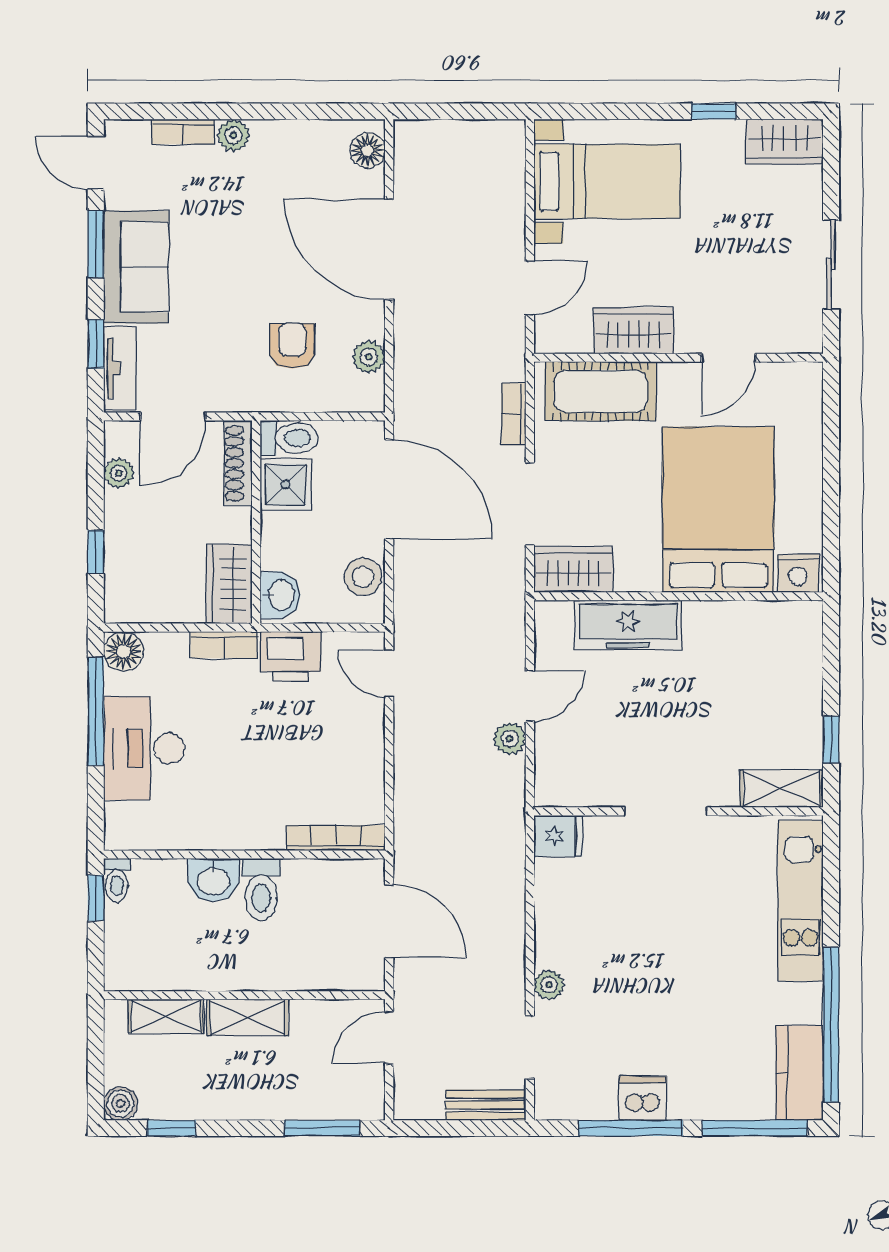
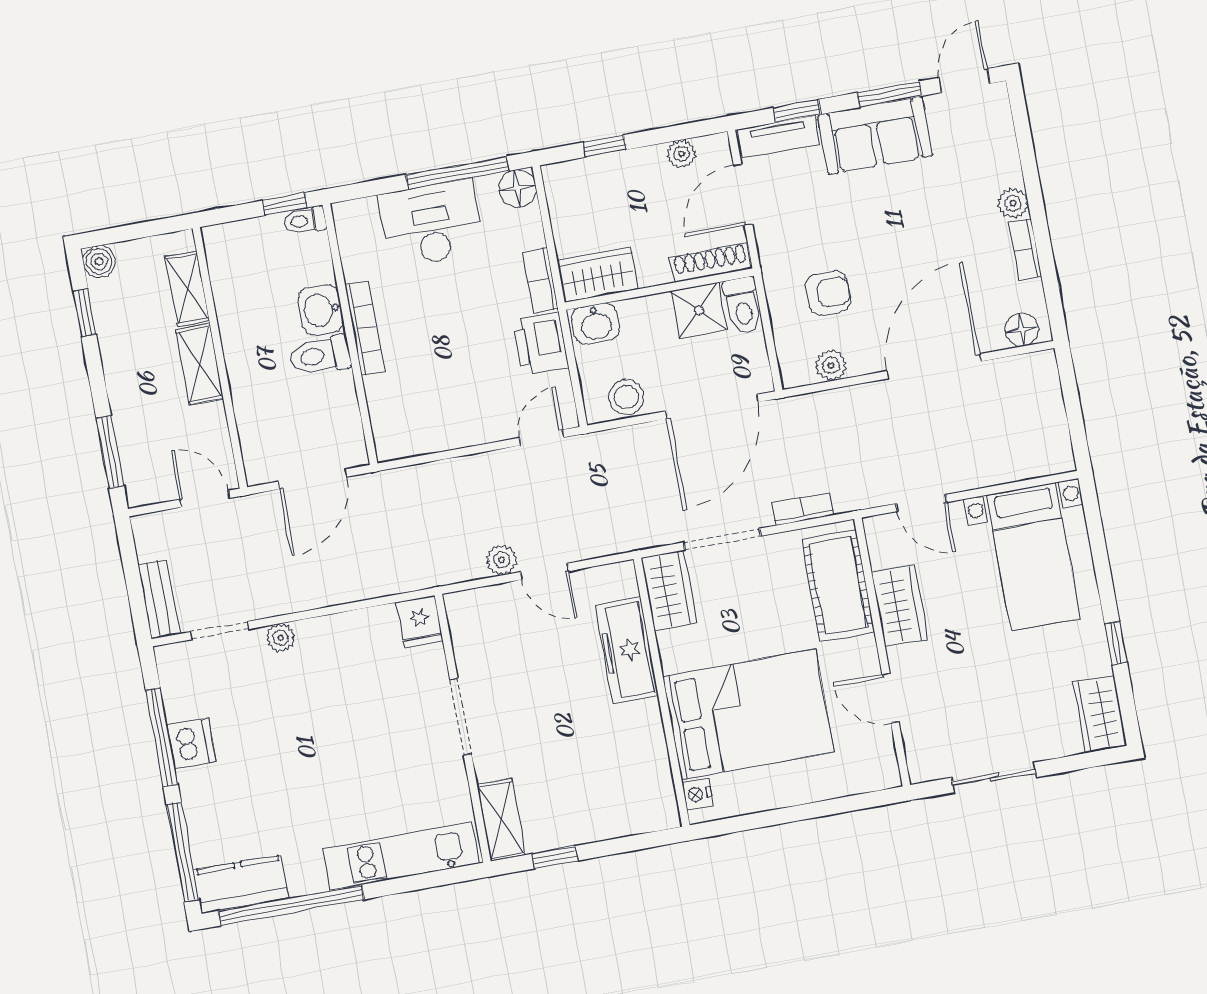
bookcase: (183, 132) -> (1025, 249), moved
door: (173, 416) -> (743, 195), hinge flipped
nightstand: (798, 573) -> (697, 794), width x0.72, depth x0.74
bookcase: (336, 838) -> (365, 328), moved

